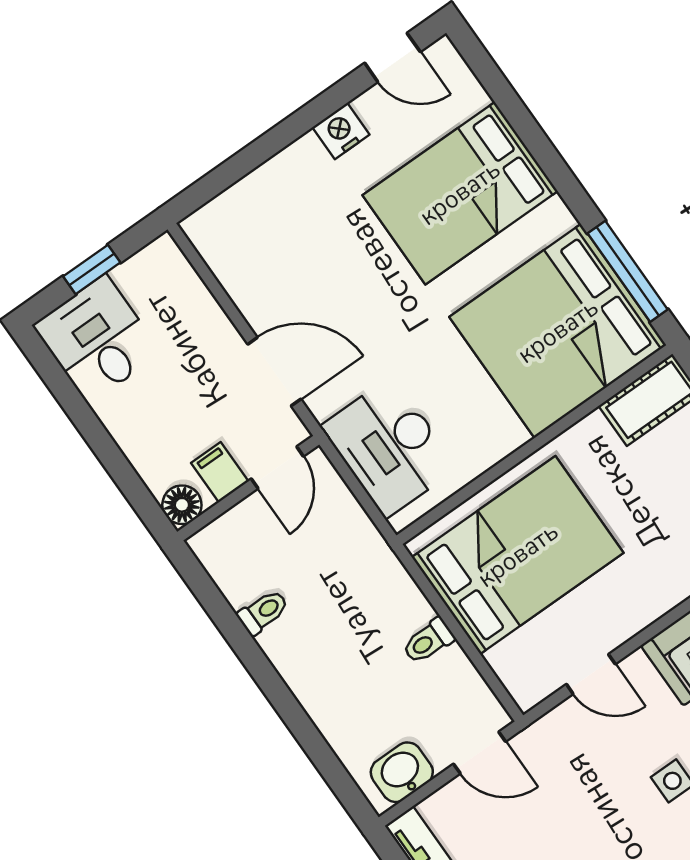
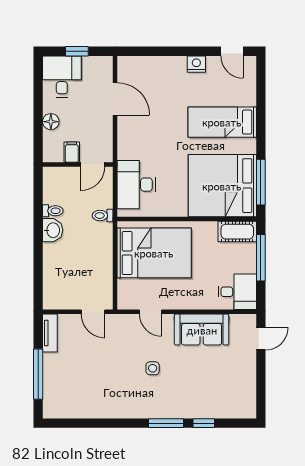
bed: (460, 193) -> (222, 122), width x0.67
door: (274, 372) -> (115, 99), moved
floor lamp: (182, 505) -> (51, 122), moved
toilet: (428, 641) -> (103, 216), moved
washbasin: (402, 772) -> (53, 230), moved, turned 90

